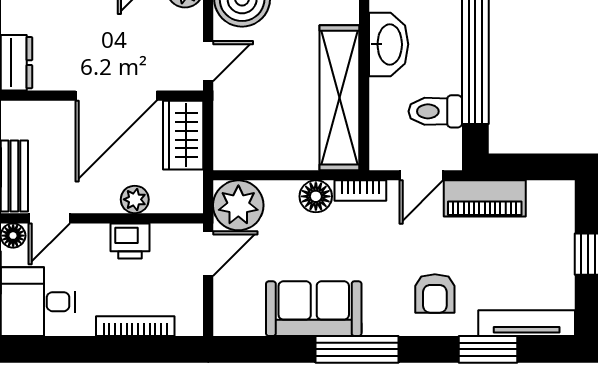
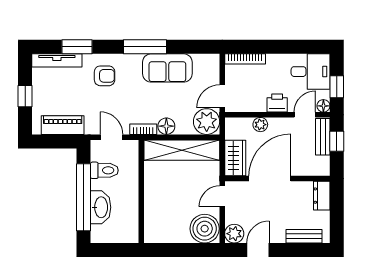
washbasin: (389, 44) -> (101, 207), moved, turned 180
shelving: (339, 98) -> (182, 150), moved, turned 90
door: (421, 175) -> (112, 137), hinge flipped
piano: (485, 198) -> (63, 125), moved
printer: (130, 241) -> (277, 103), moved
armchair: (435, 293) -> (105, 76), turned 90
bookcase: (135, 326) -> (245, 59), moved

